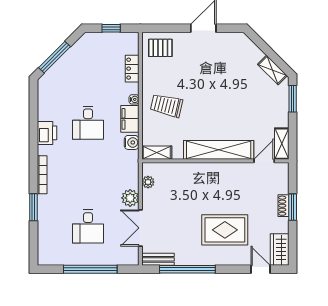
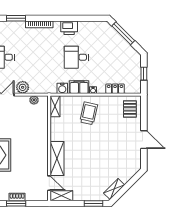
shelving: (219, 150) -> (57, 159), width x0.68

